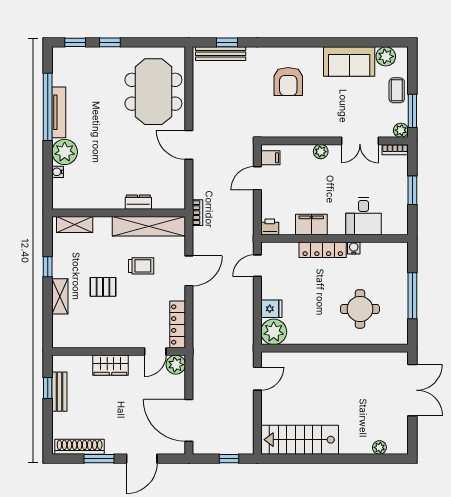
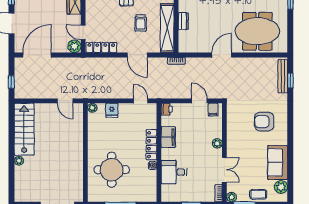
double door: (360, 141) -> (224, 170), swing flipped
round table: (360, 309) -> (112, 170), width x1.36, depth x1.36
plant: (274, 332) -> (92, 108), width x0.53, depth x0.53
plant: (379, 447) -> (19, 161), moved

